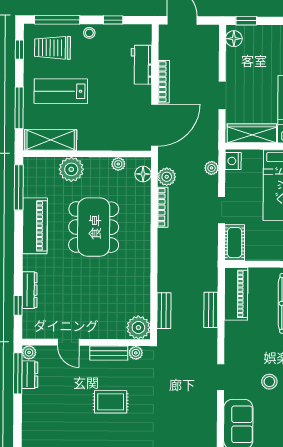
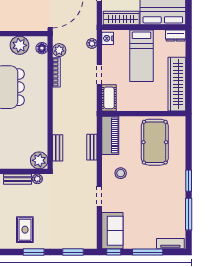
plant: (118, 164) -> (19, 45), width x1.88, depth x1.88
stool: (269, 382) -> (121, 173), moved
rug: (111, 402) -> (25, 230), moved, turned 90

